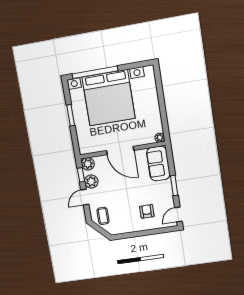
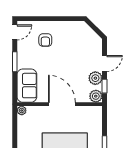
coffee table: (103, 216) -> (89, 42), removed

